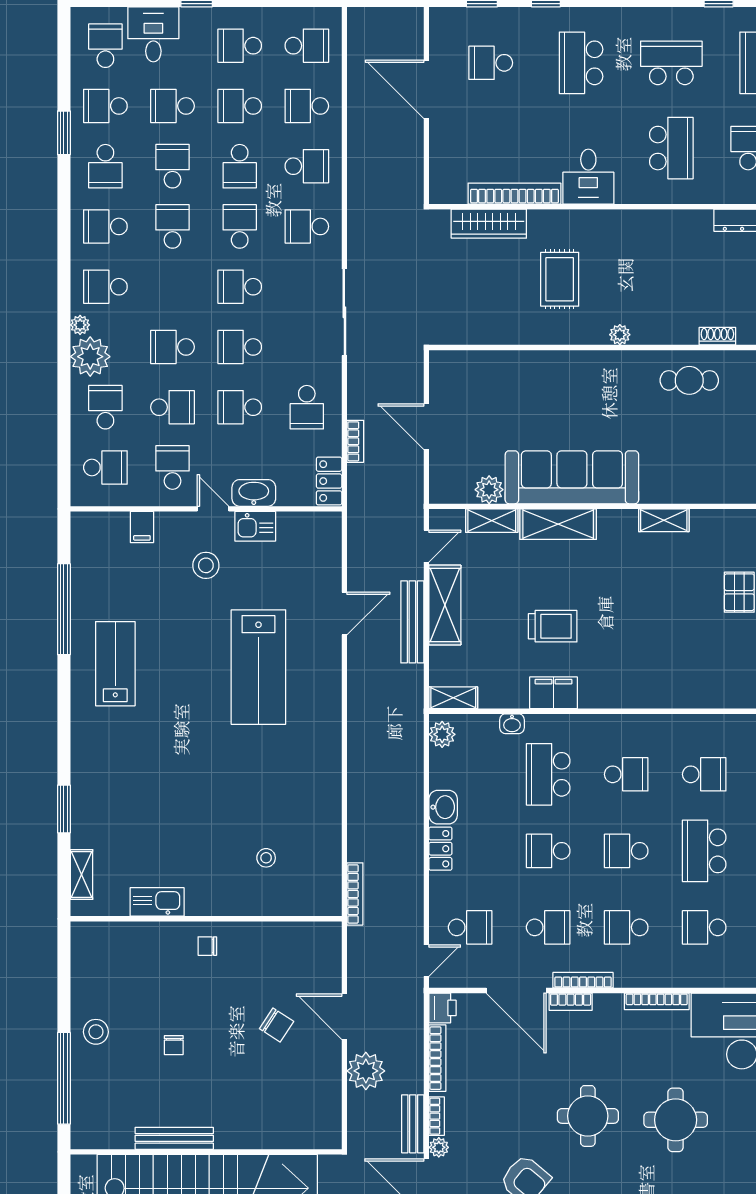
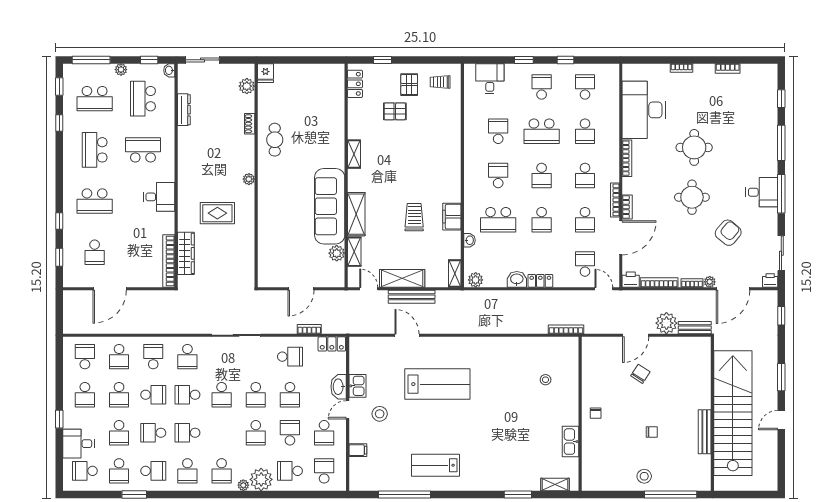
bookcase: (514, 194) -> (169, 261), moved
school desk: (173, 467) -> (324, 433), turned -90
school desk: (548, 927) -> (585, 220), turned 180
bench: (413, 1124) -> (695, 328), moved

